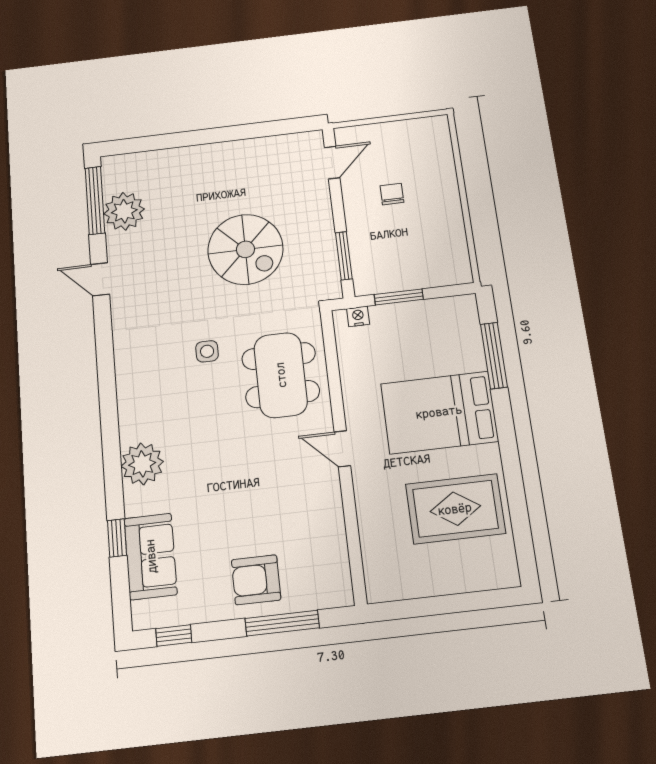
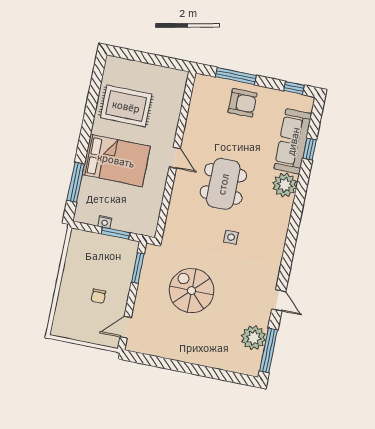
nightstand: (358, 316) -> (105, 222), moved
dining table: (281, 375) -> (223, 184), moved
sofa: (151, 556) -> (293, 141), width x1.36

